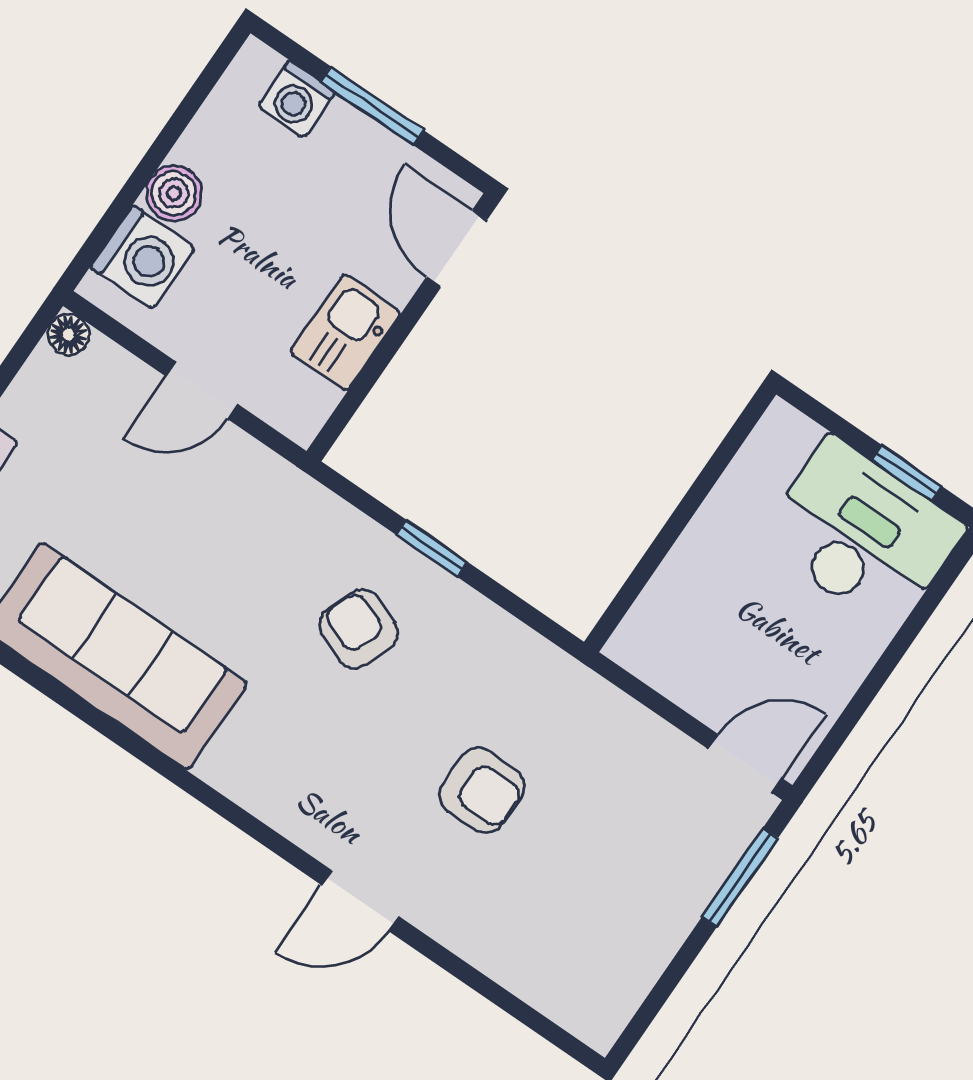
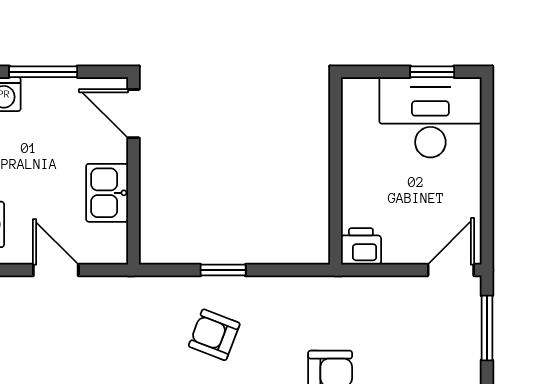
door: (202, 390) -> (56, 270), swing flipped
printer: (644, 646) -> (361, 246), added

